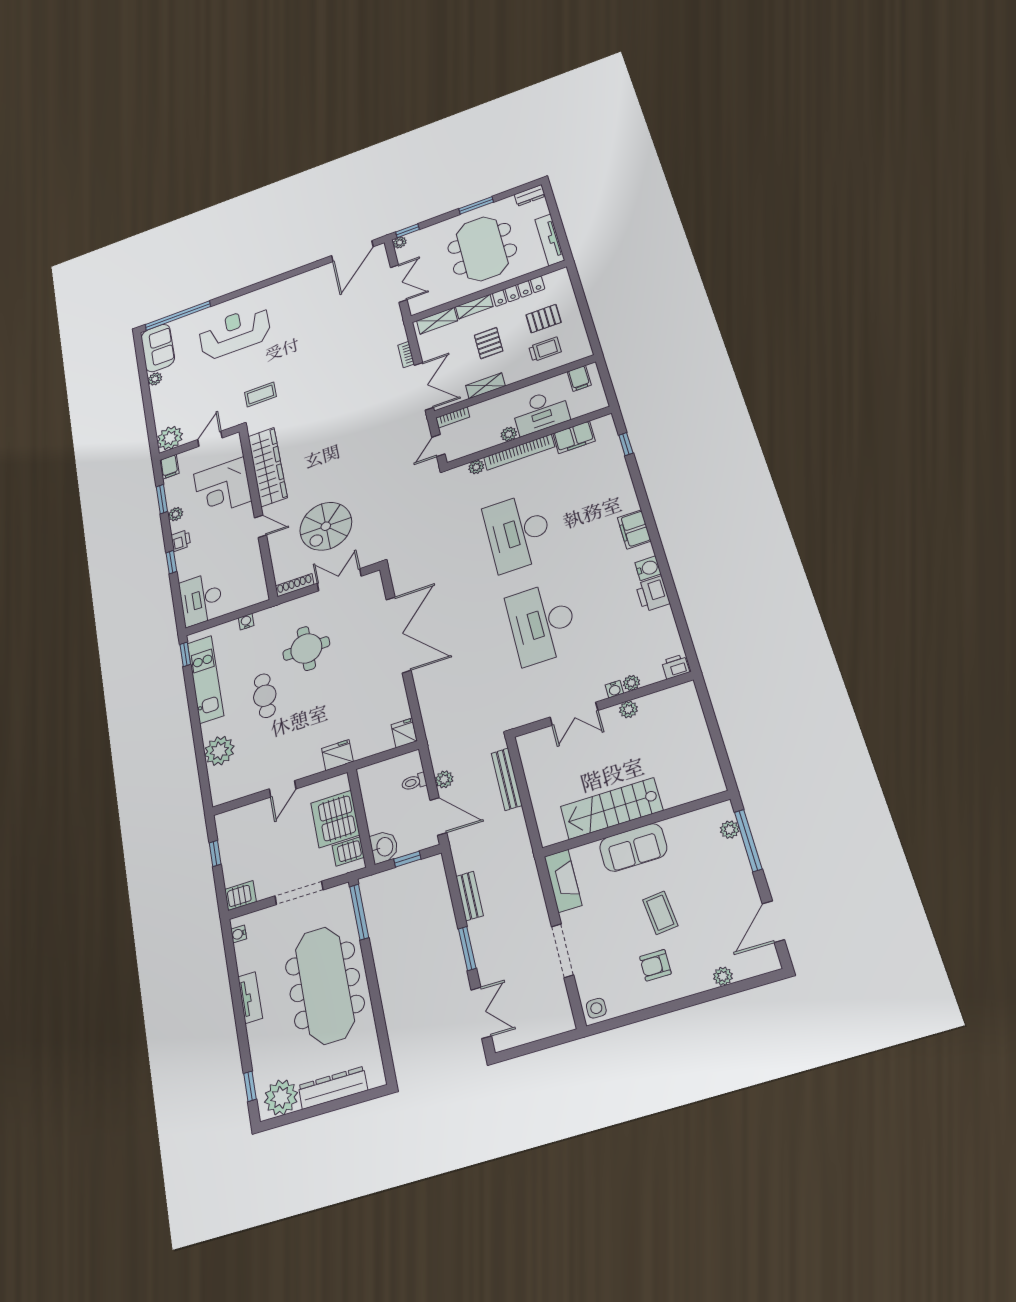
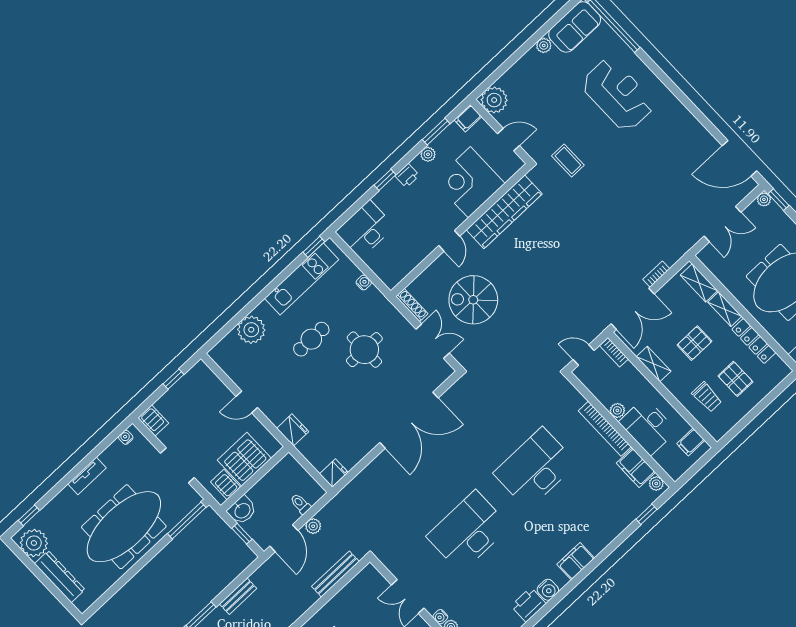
plant: (476, 467) -> (656, 483), moved

